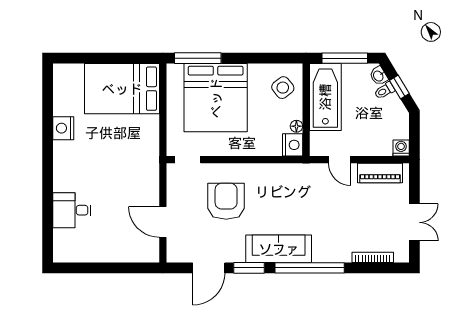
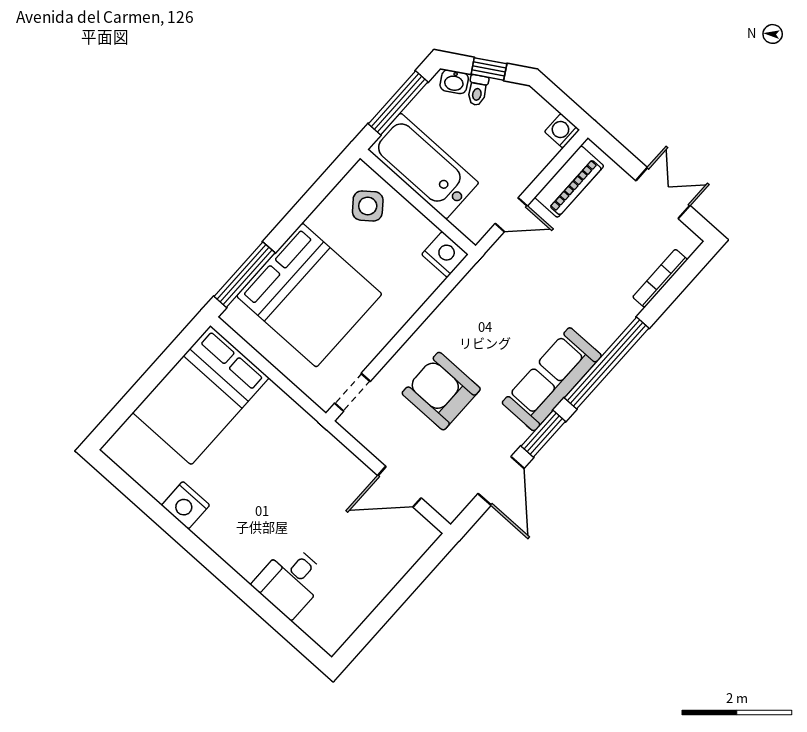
floor lamp: (296, 126) -> (427, 230), removed

